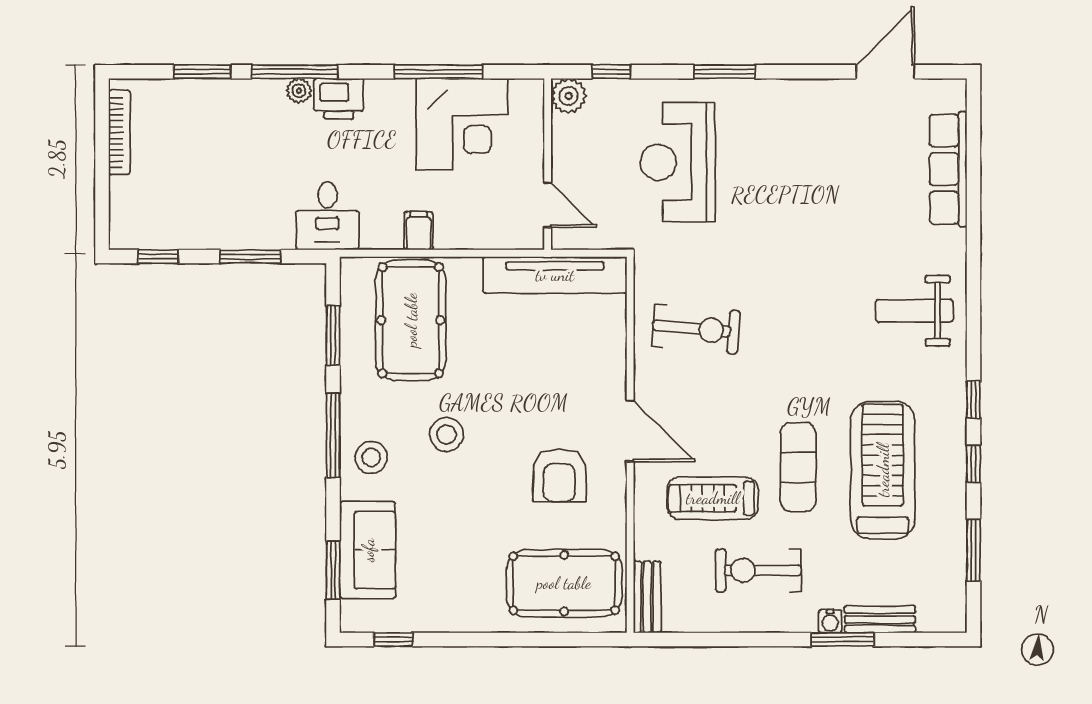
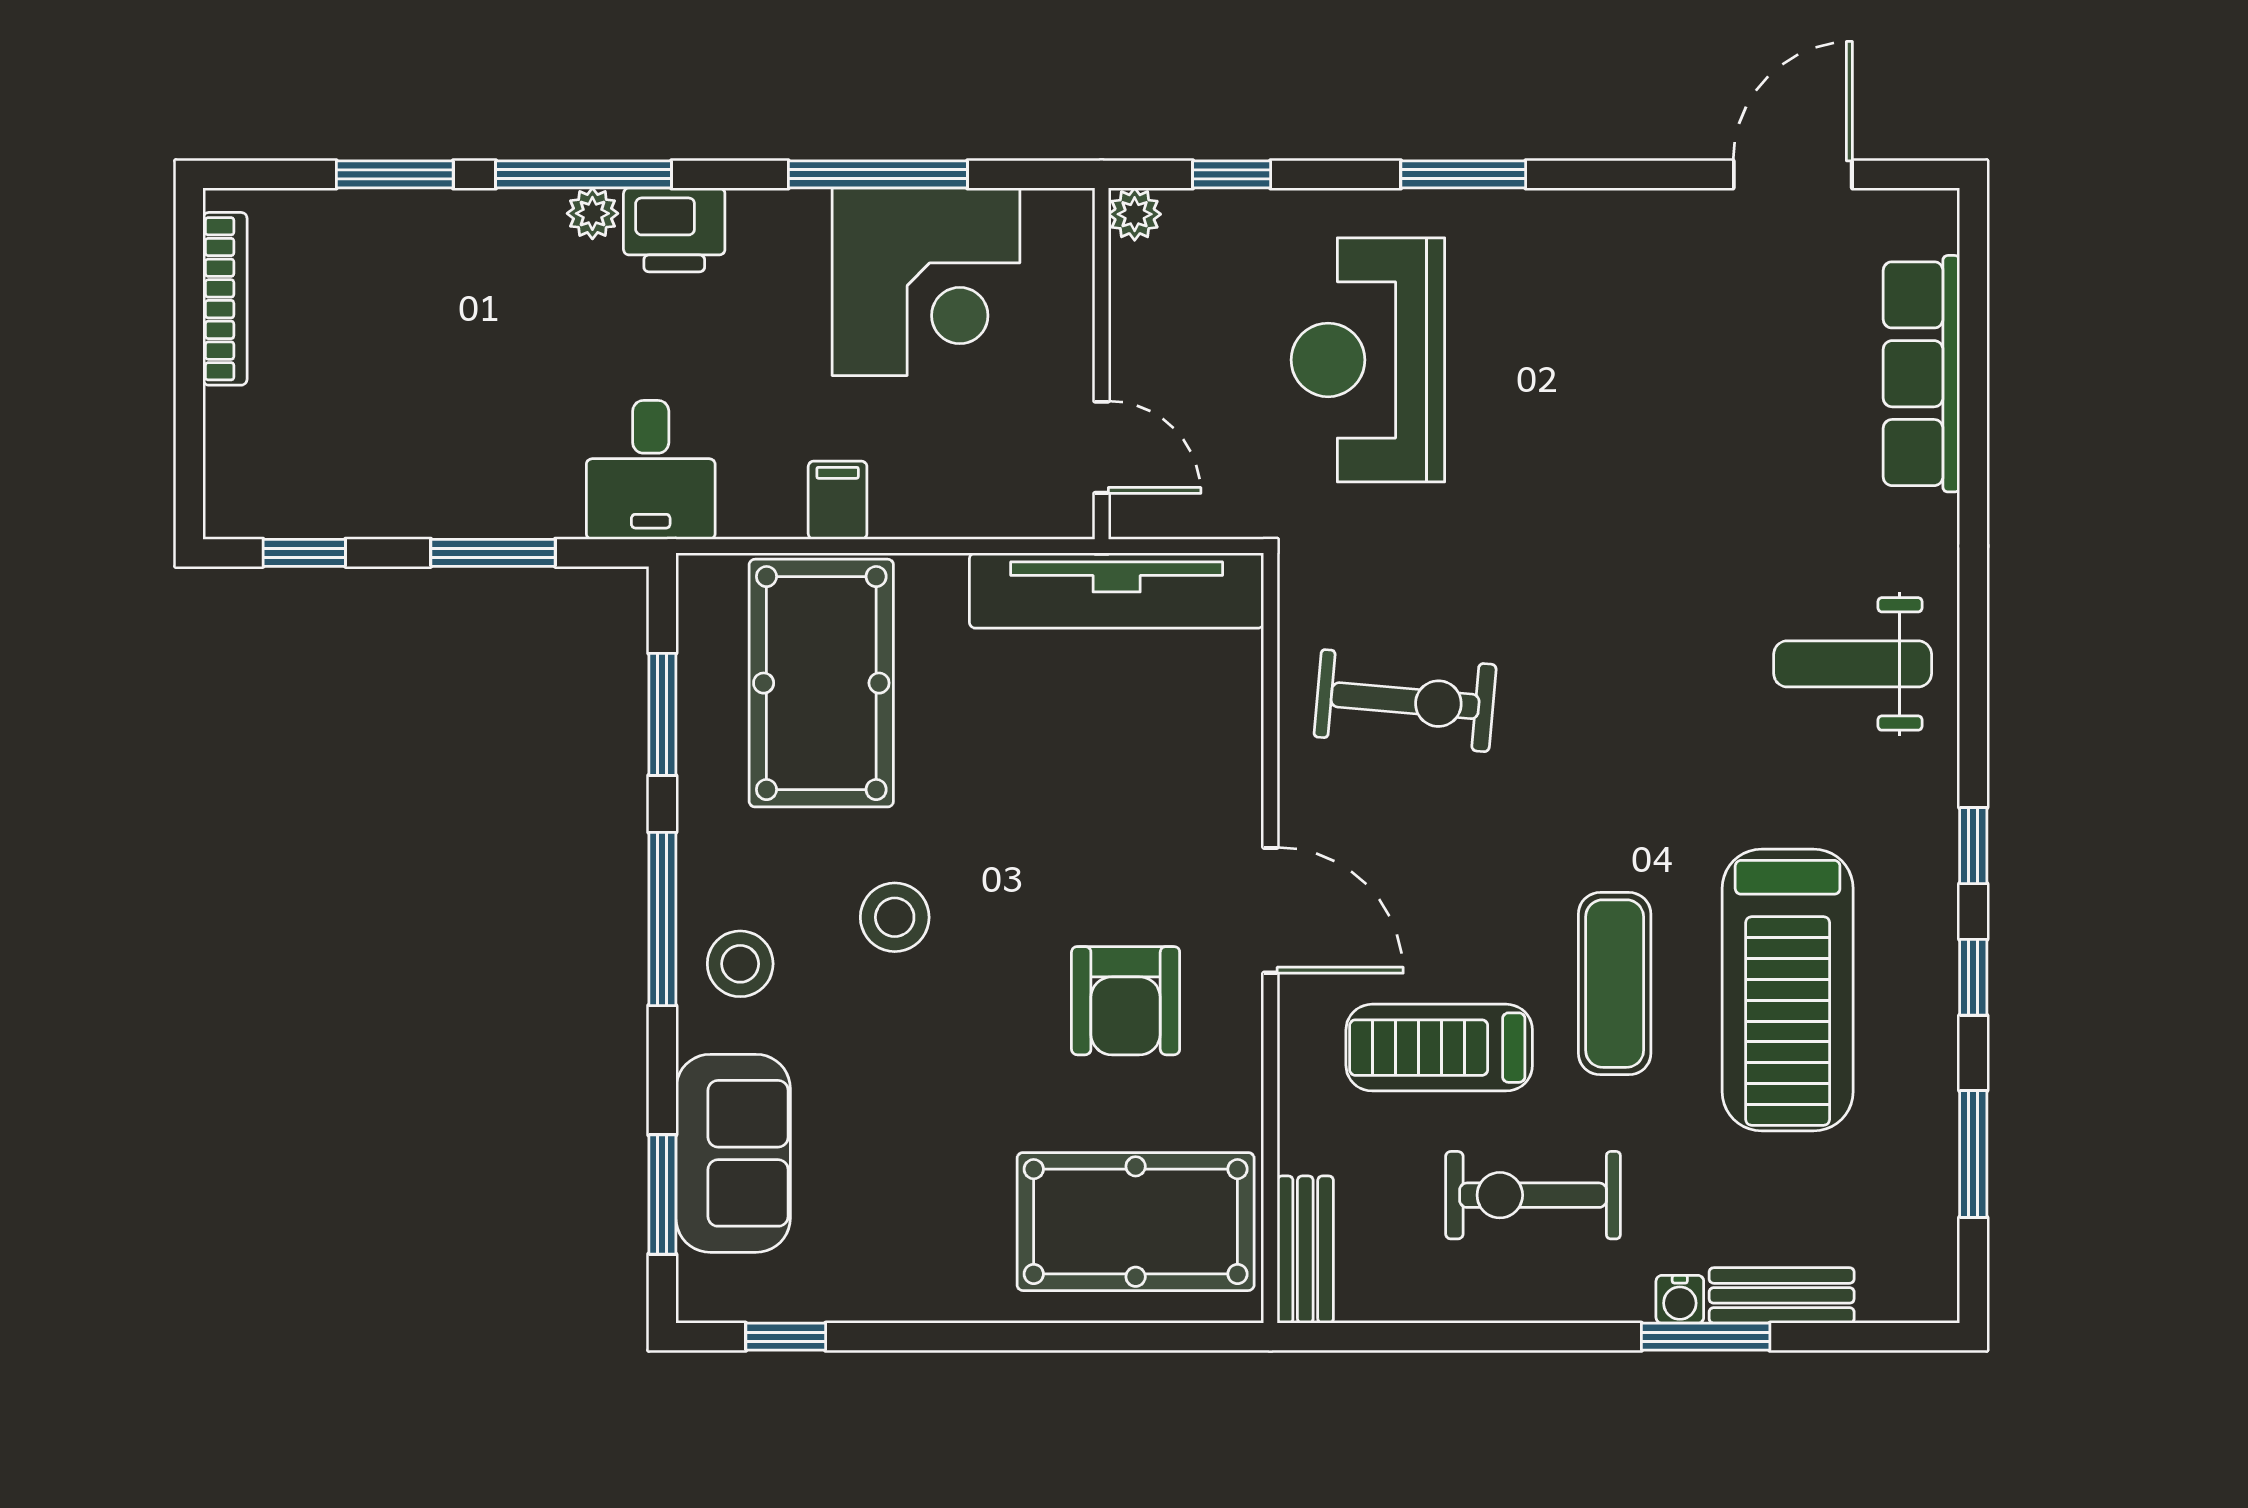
plant: (569, 96) -> (1135, 214), width x0.73, depth x0.73
treadmill: (883, 470) -> (1788, 990), turned 180

